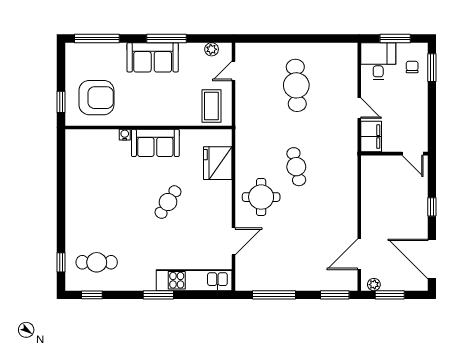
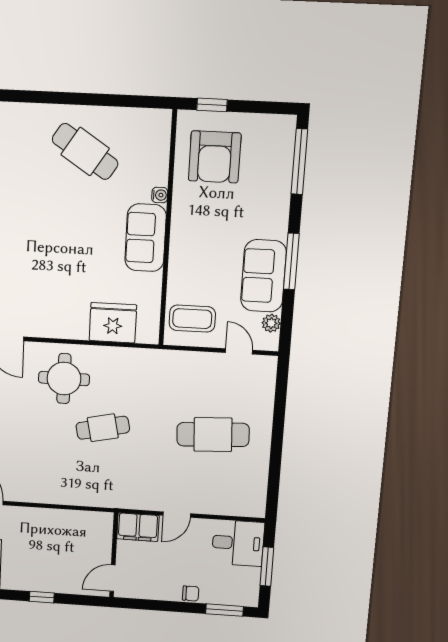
sofa: (153, 57) -> (263, 276), moved
chair: (412, 67) -> (191, 593), moved
cafe table: (168, 202) -> (85, 151), moved, width x1.37, depth x1.35

